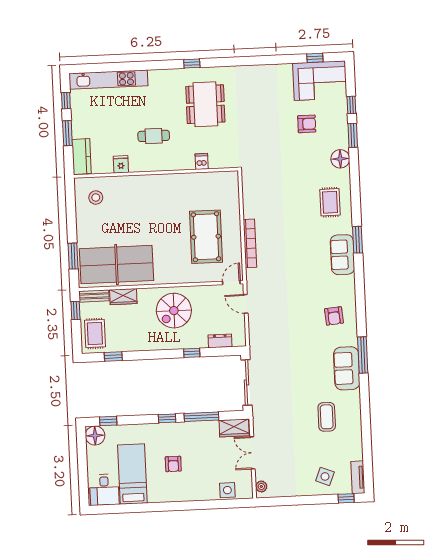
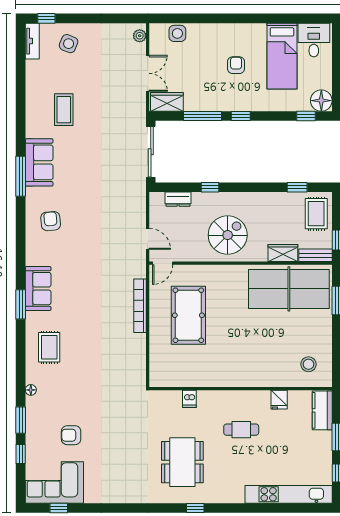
floor lamp: (340, 159) -> (31, 390), width x0.53, depth x0.53

